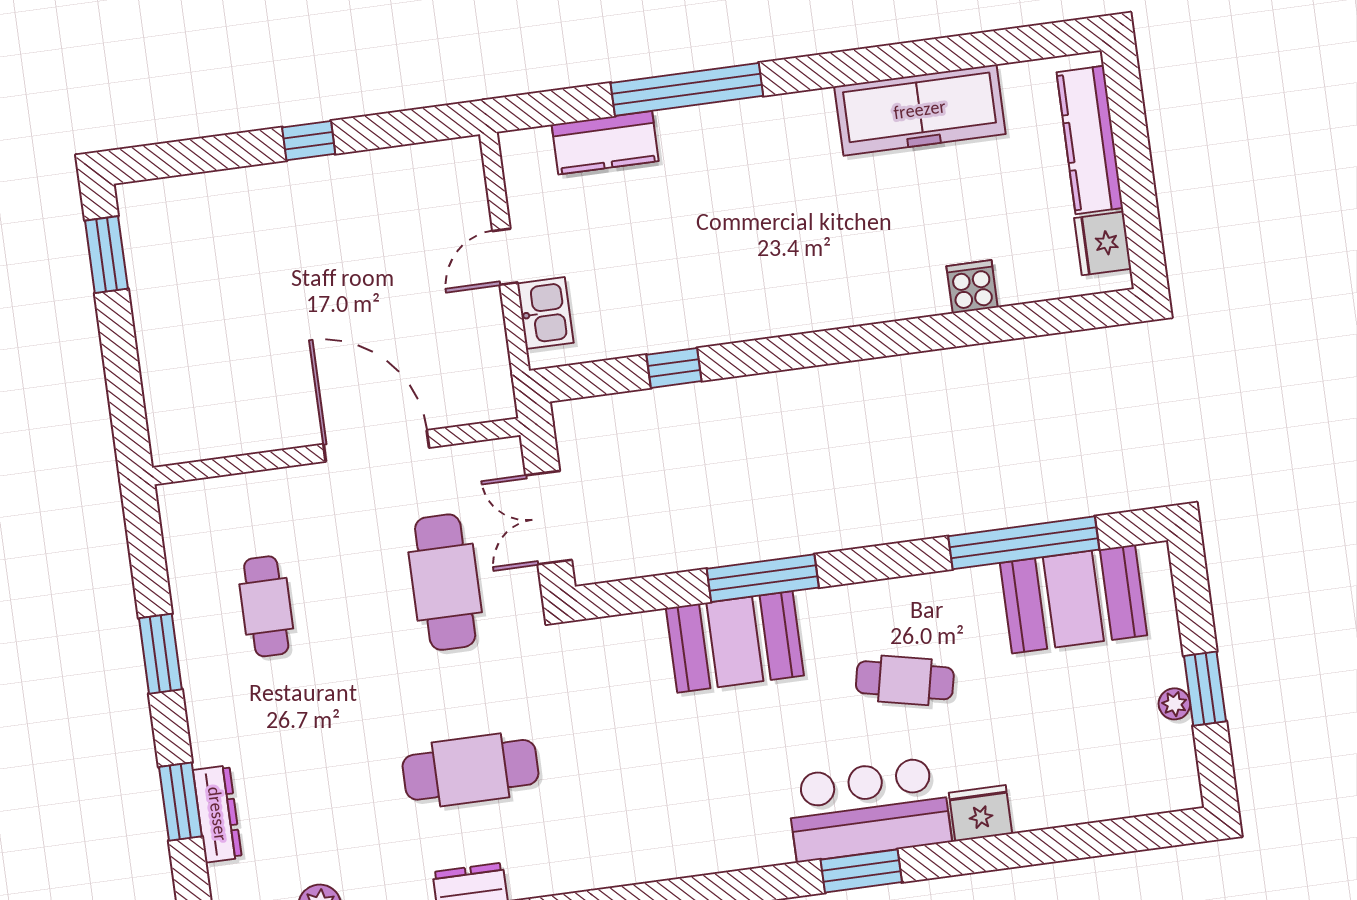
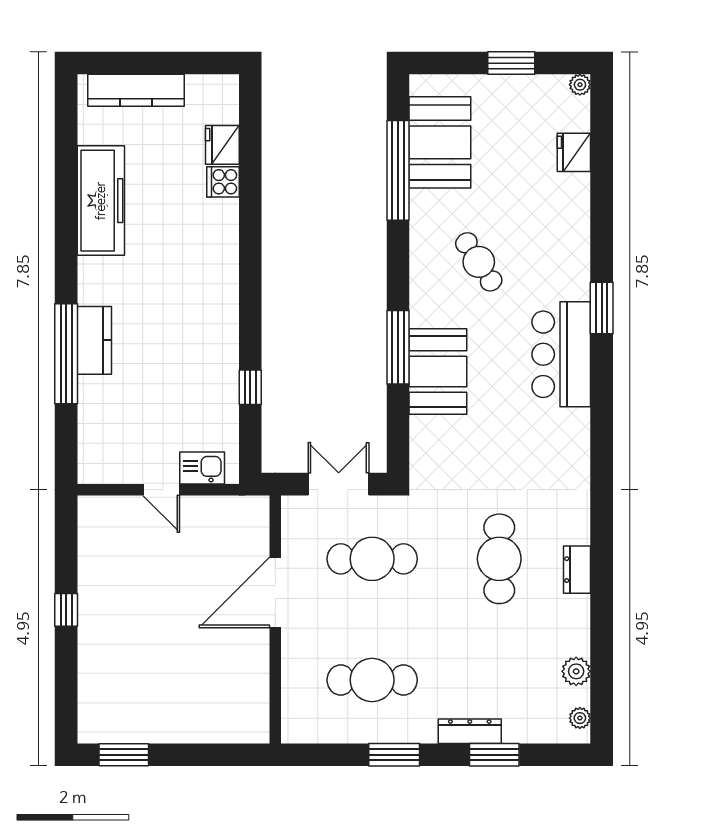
kitchen counter: (605, 143) -> (94, 340), moved
fridge: (1103, 243) -> (222, 145), moved, turned 90
double door: (549, 518) -> (339, 484), swing flipped
cafe table: (266, 606) -> (372, 680), width x1.37, depth x1.35
cafe table: (905, 680) -> (479, 262), turned -45
plant: (1174, 704) -> (580, 85), moved
bar counter: (869, 809) -> (561, 354), moved
fridge: (980, 813) -> (574, 152), moved
dresser: (217, 814) -> (470, 731), moved

